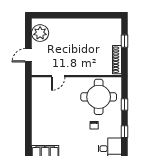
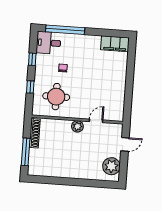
window: (125, 41) -> (26, 152), width x2.17
plant: (76, 69) -> (77, 126), added
round table: (99, 97) -> (56, 97), width x0.73, depth x0.73

